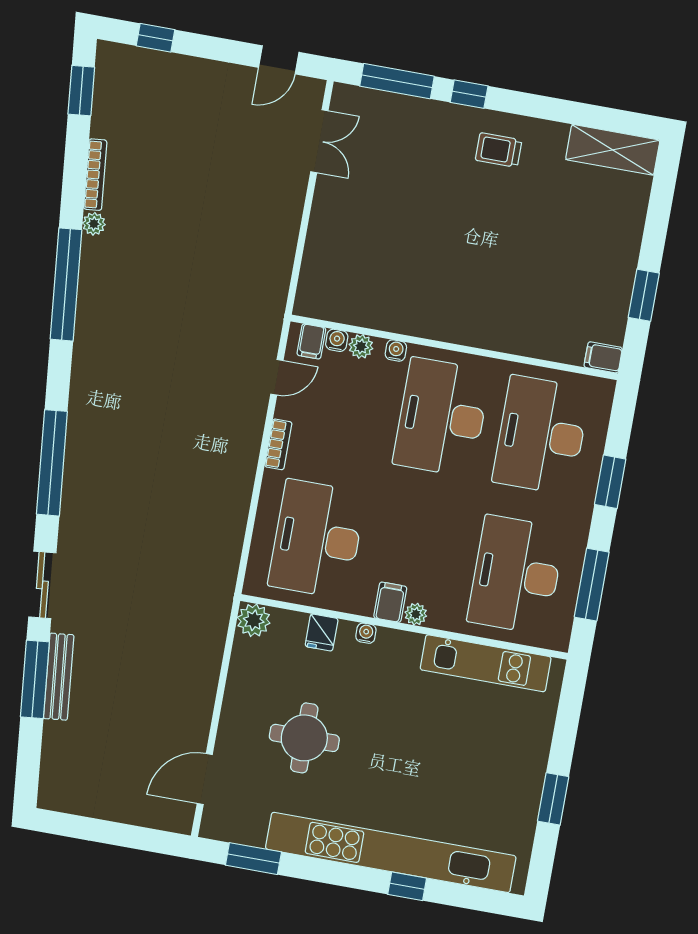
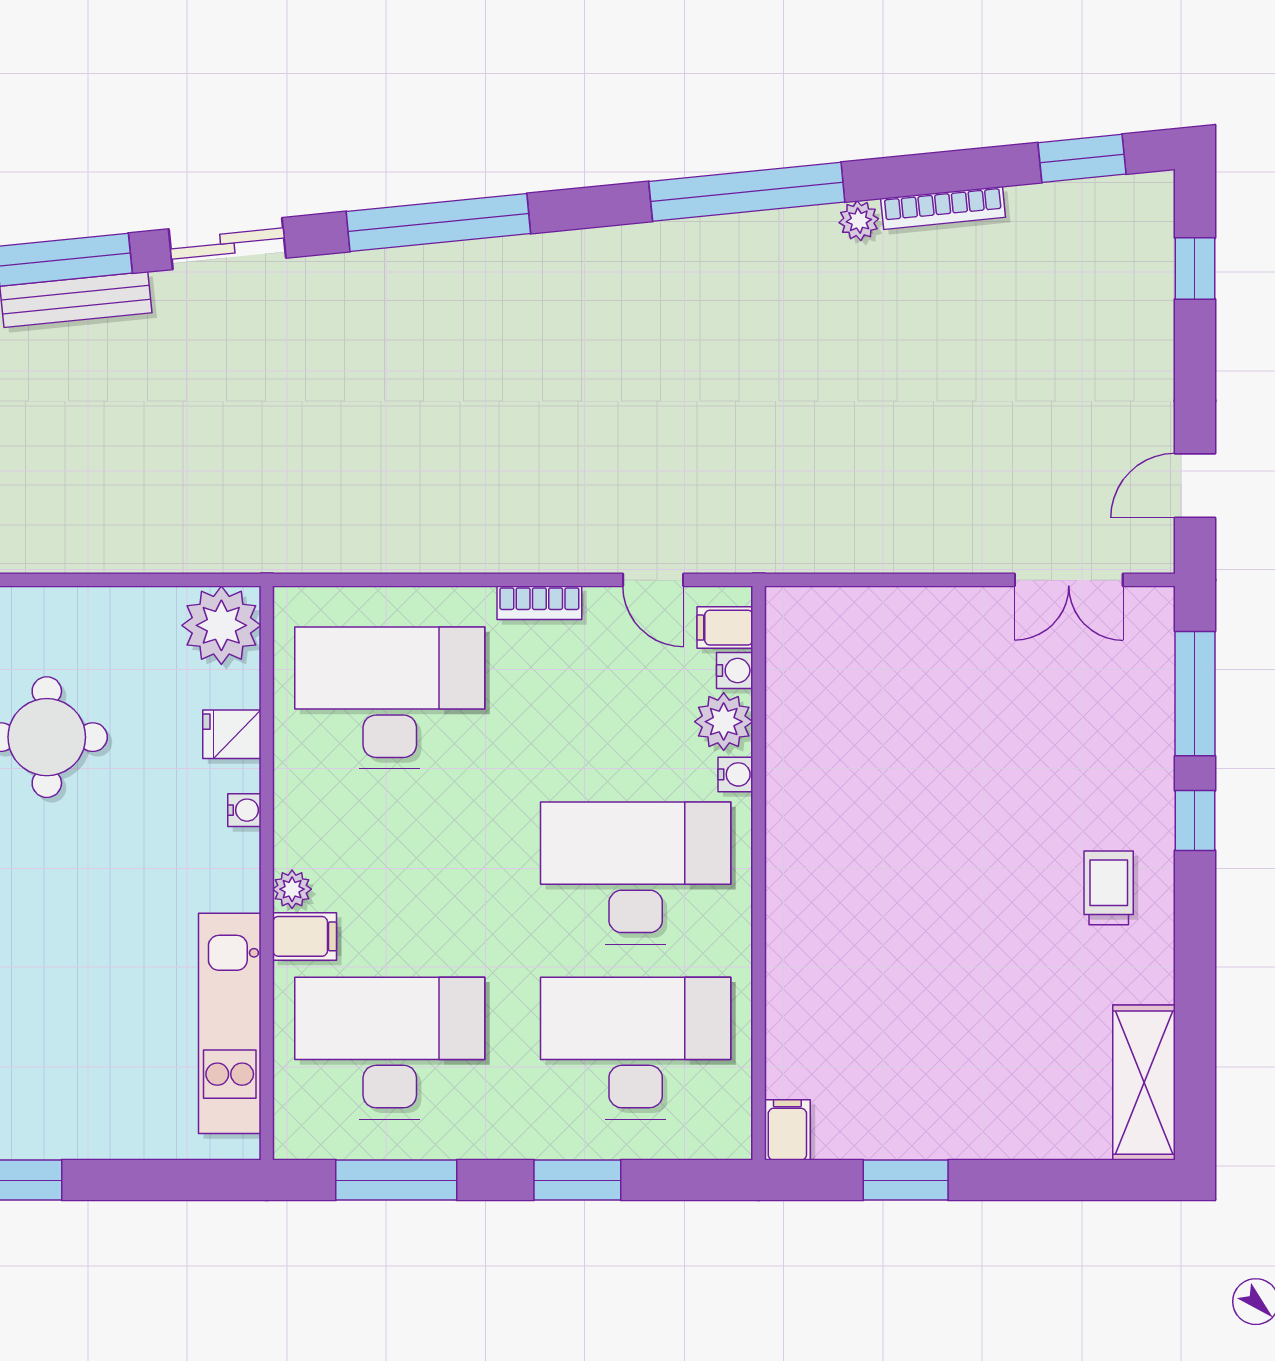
door: (279, 60) -> (1195, 486), hinge flipped
plant: (361, 346) -> (724, 722), width x1.38, depth x1.38
filing cabinet: (390, 602) -> (305, 936), moved
plant: (254, 620) -> (221, 625), width x1.36, depth x1.36

